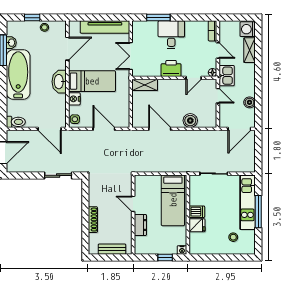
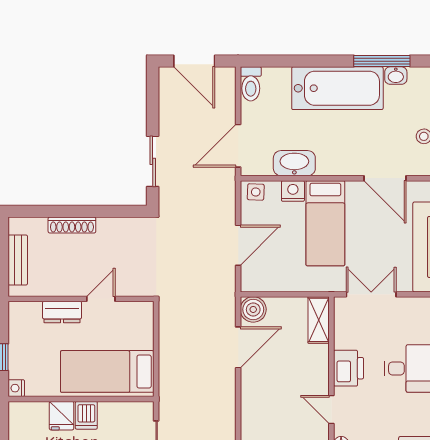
washbasin: (59, 82) -> (294, 163), moved
boiler: (190, 121) -> (253, 309), moved

